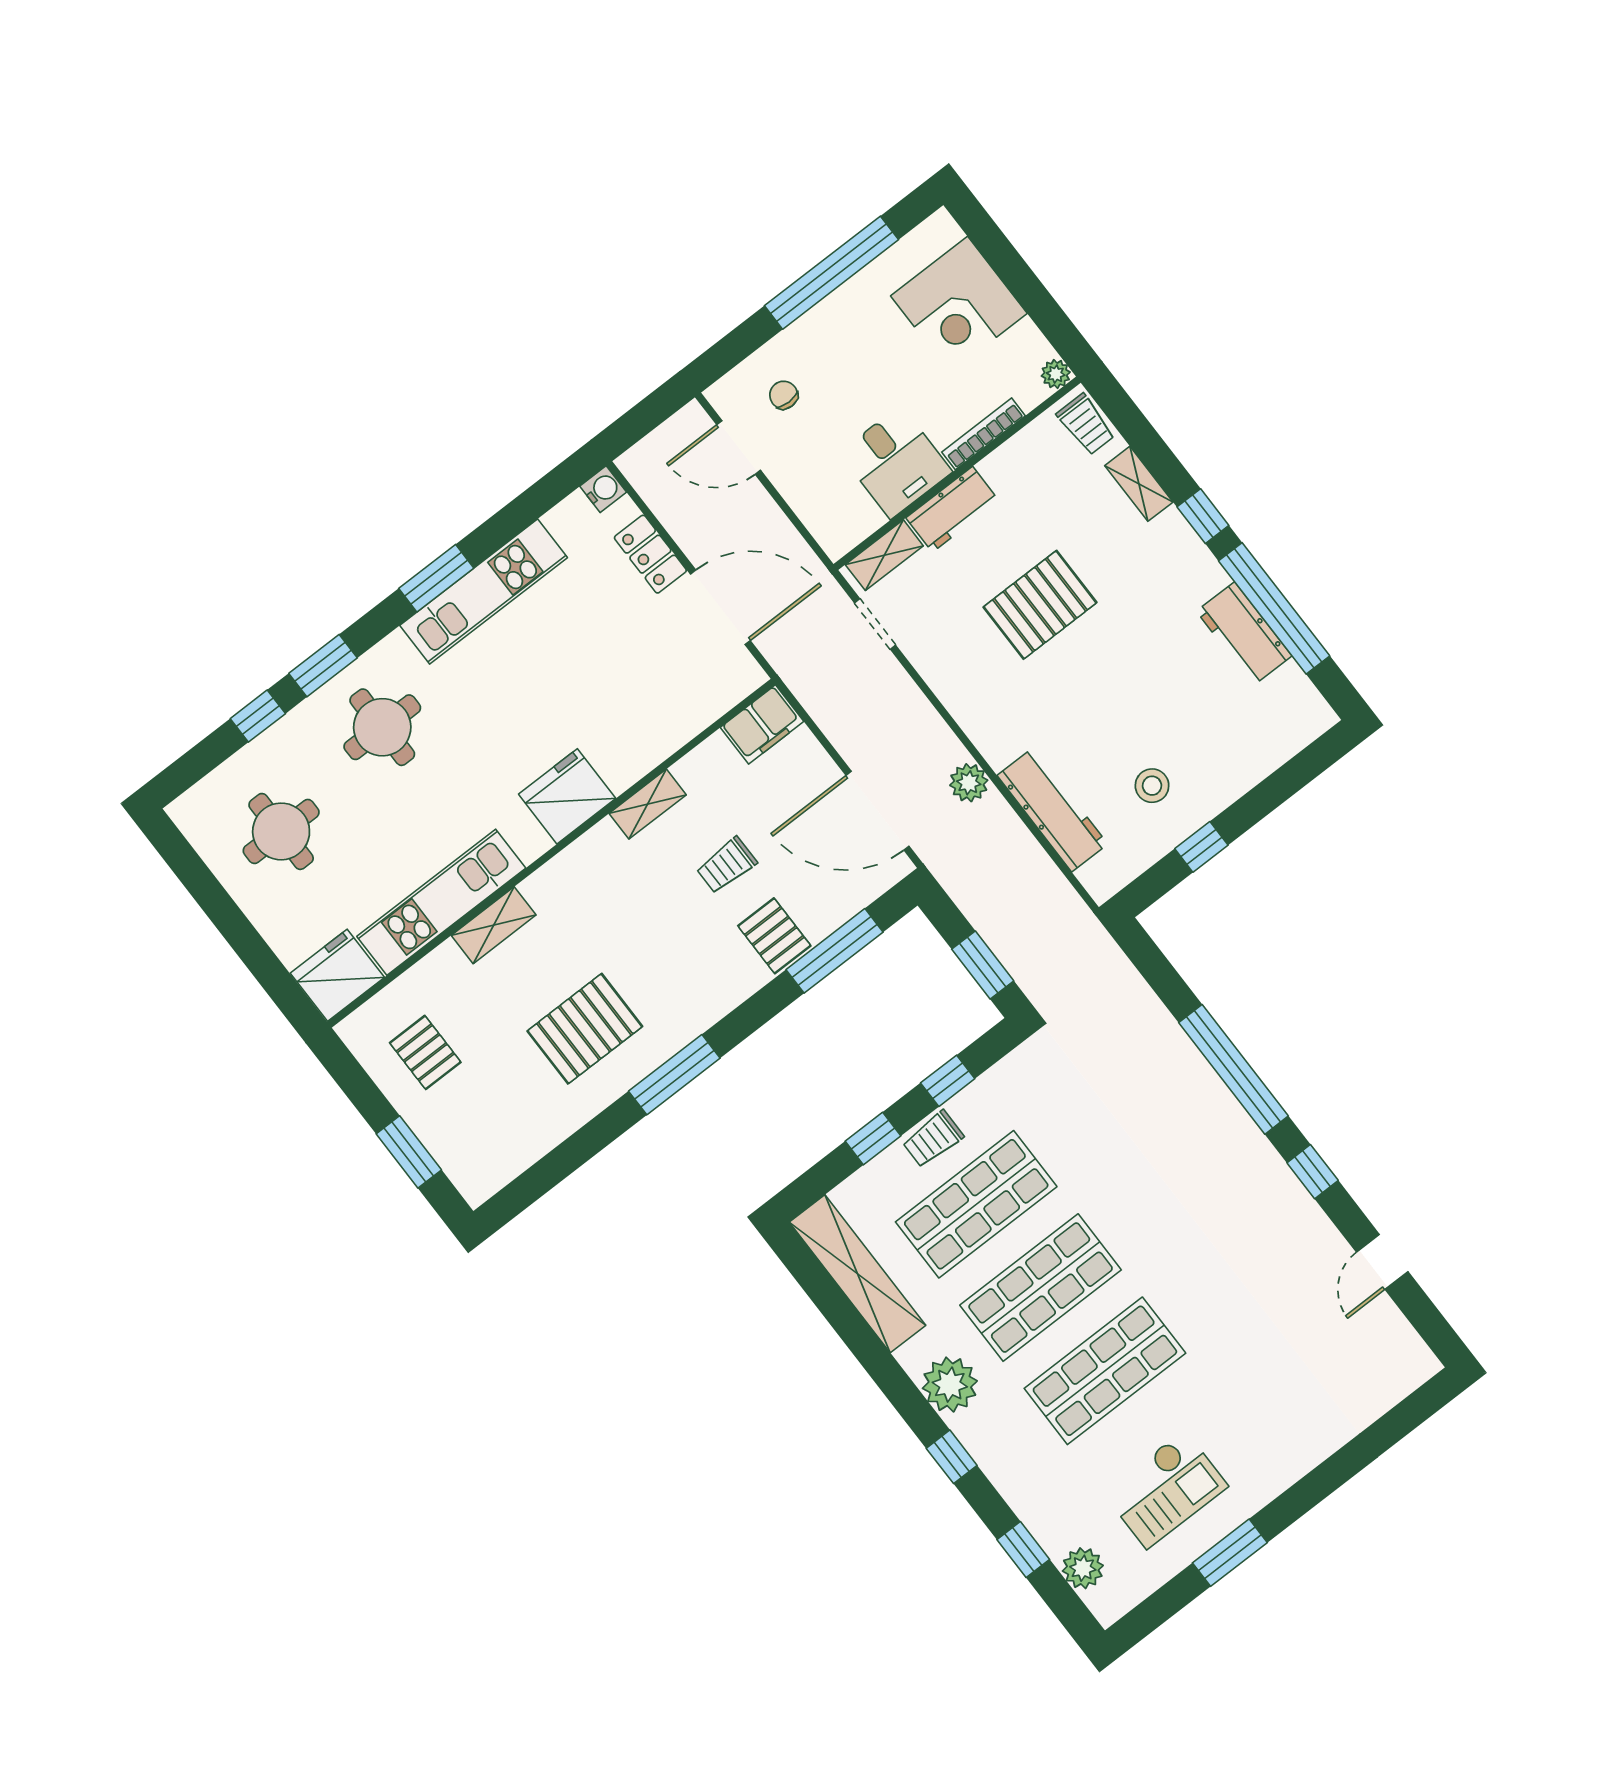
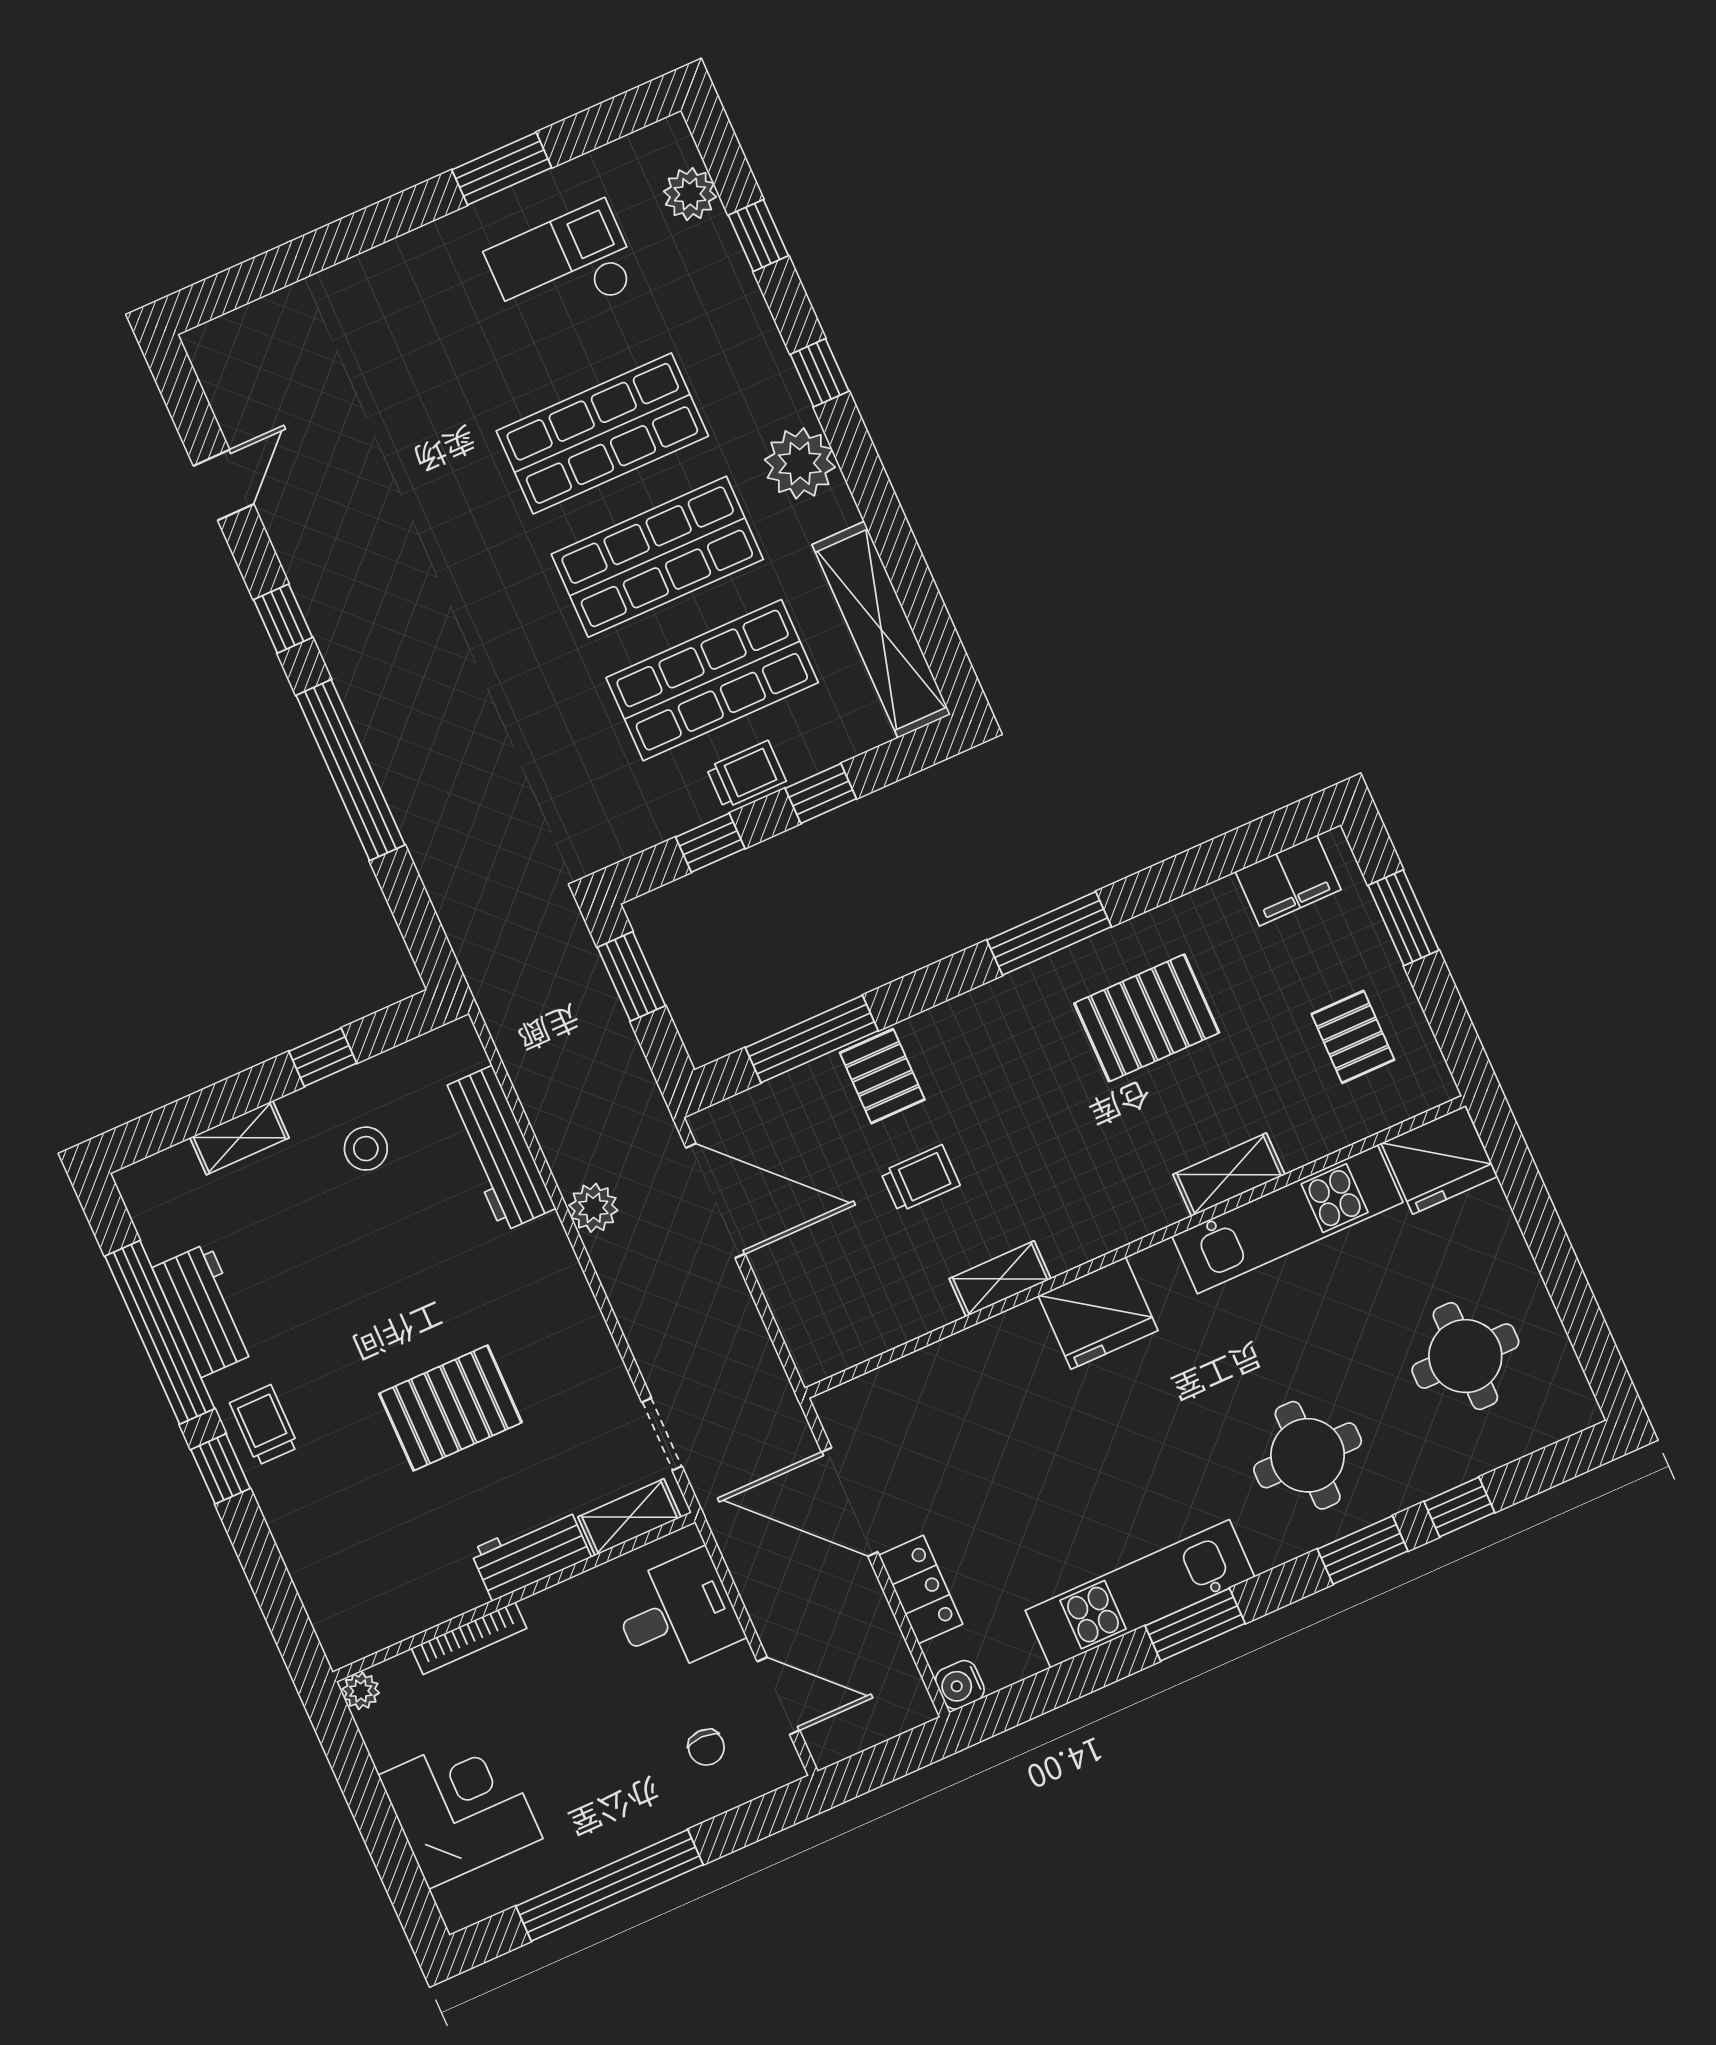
trolley: (1086, 424) -> (264, 1425), moved
desk: (896, 462) -> (677, 1613), moved, turned 90
shelving: (1139, 484) -> (239, 1138), moved, turned 90
filing cabinet: (762, 724) -> (1288, 881), moved, turned 180

